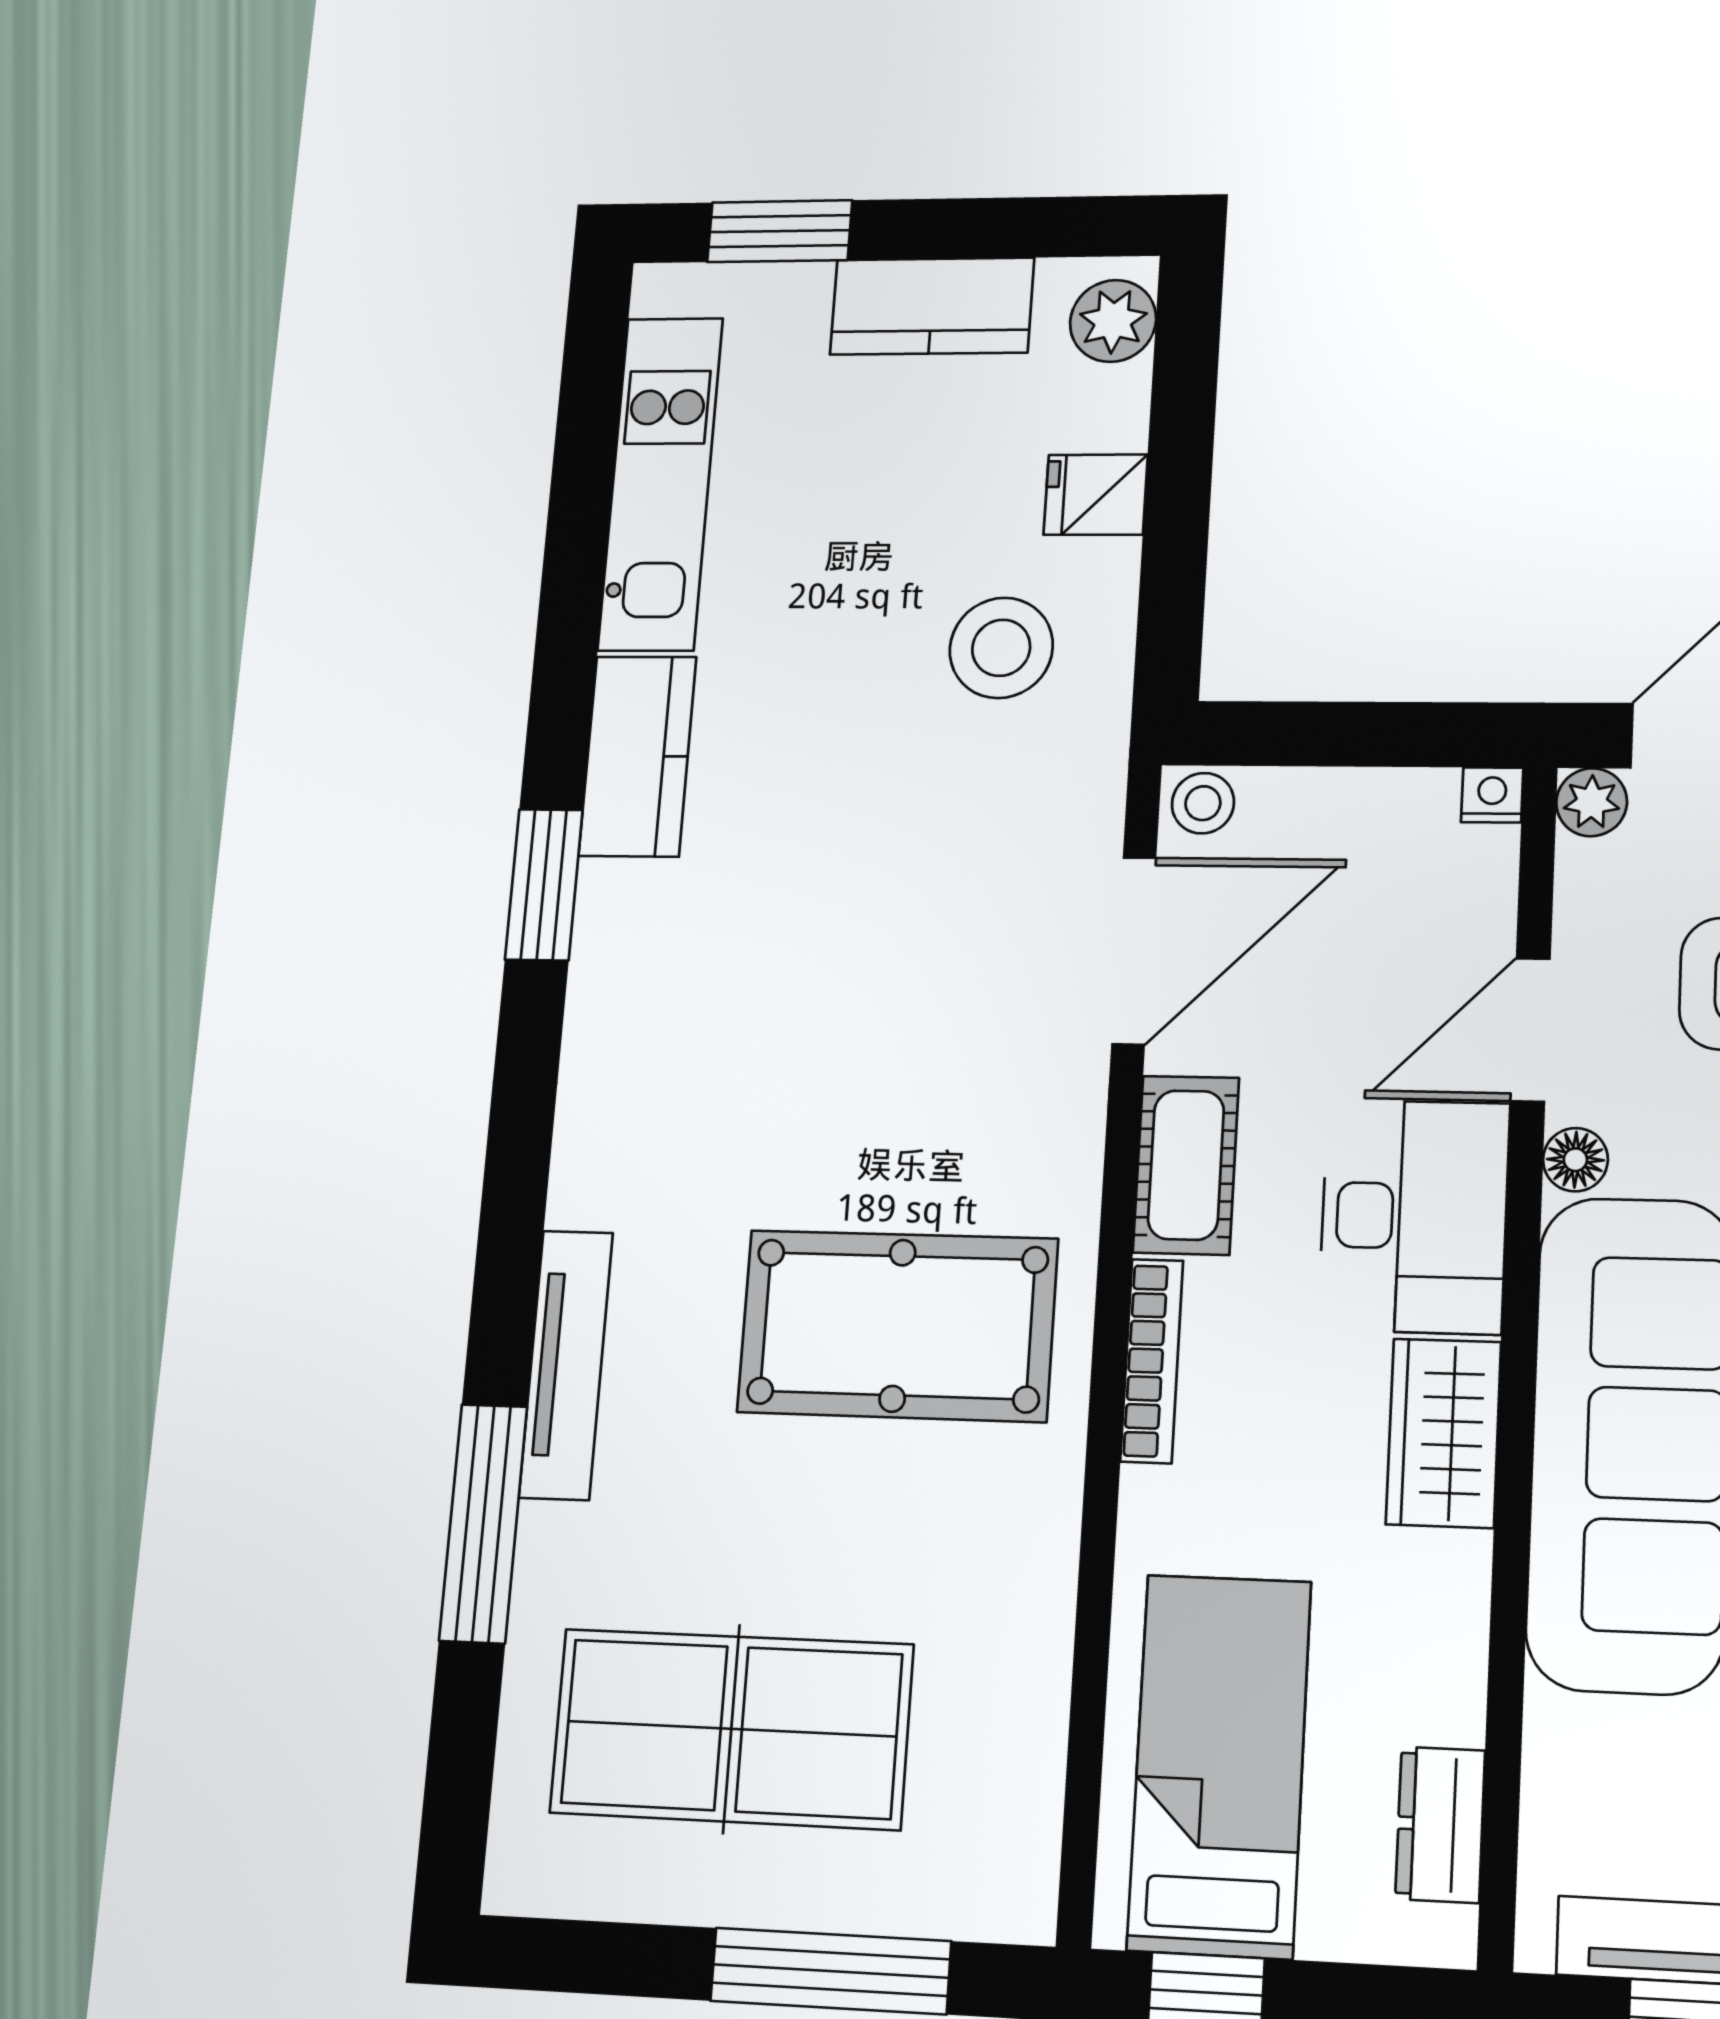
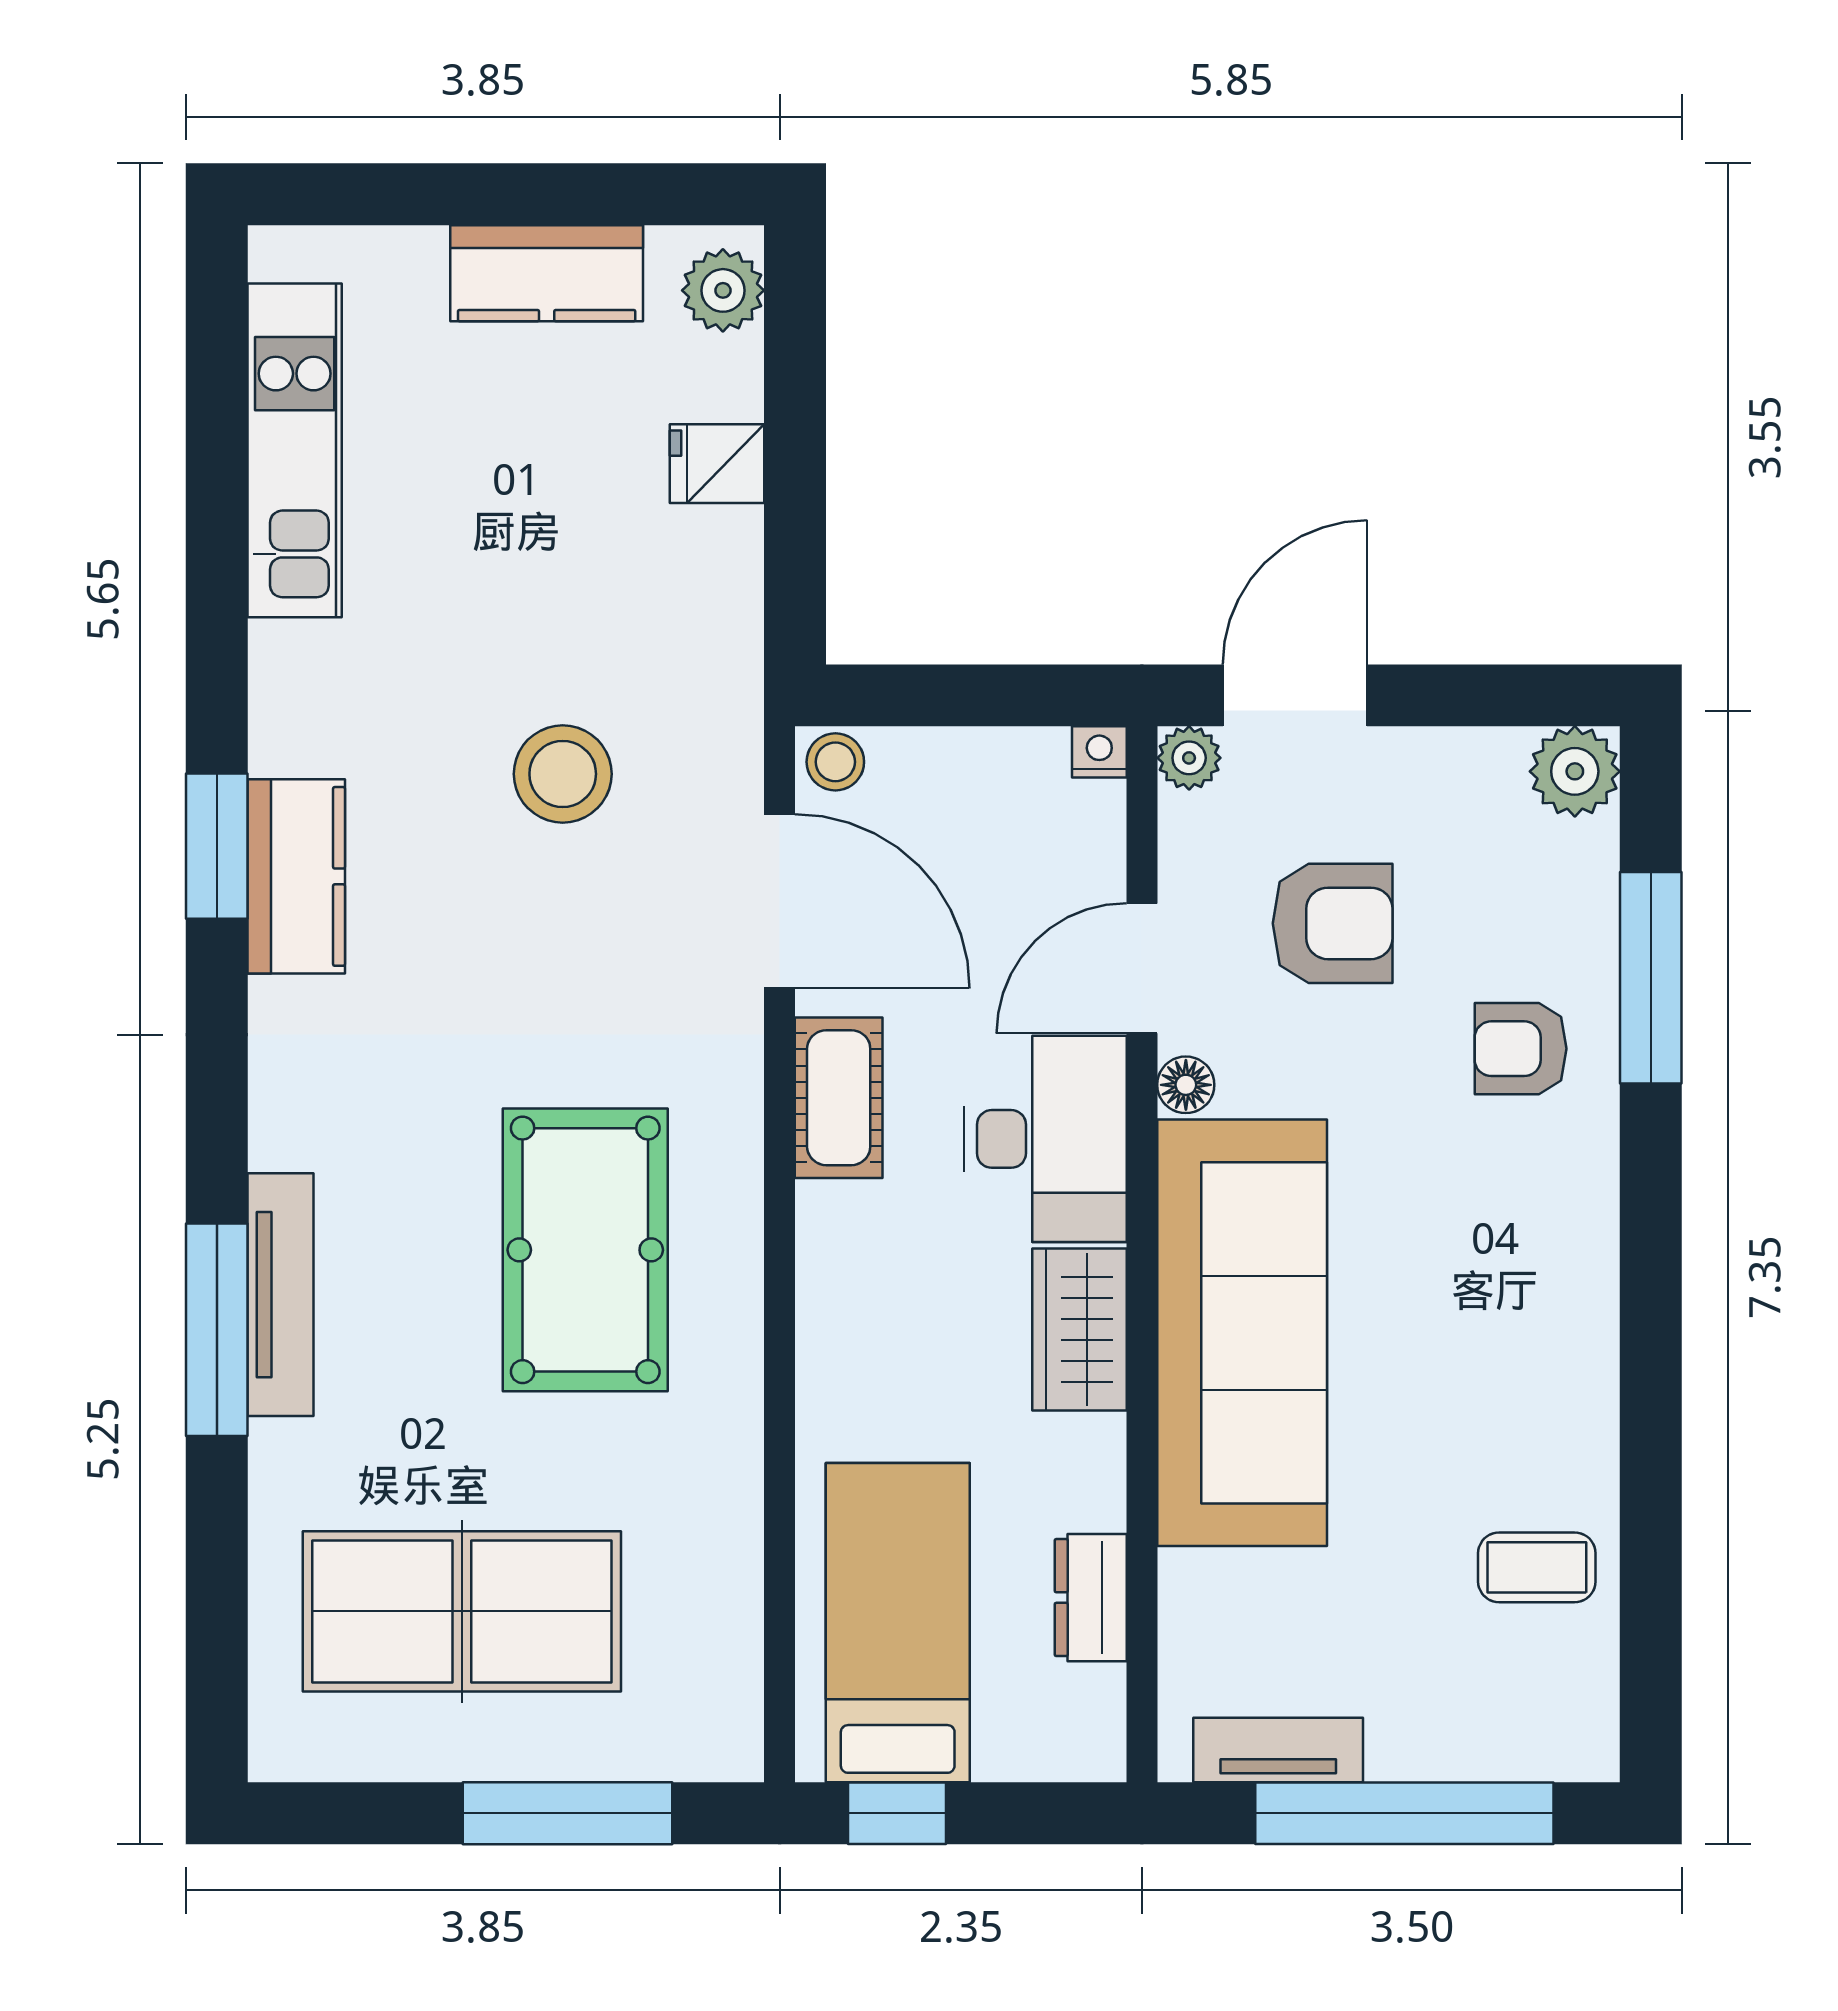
window: (780, 231) -> (391, 194), removed
stool: (1001, 648) -> (563, 774), moved
kitchen counter: (638, 756) -> (296, 876), moved
door: (1134, 951) -> (780, 901), hinge flipped
pool table: (897, 1325) -> (585, 1250), turned 90
bookcase: (1152, 1361) -> (818, 1274), removed
window: (483, 1523) -> (217, 1330), moved
dresser: (1440, 1825) -> (1091, 1598), moved

